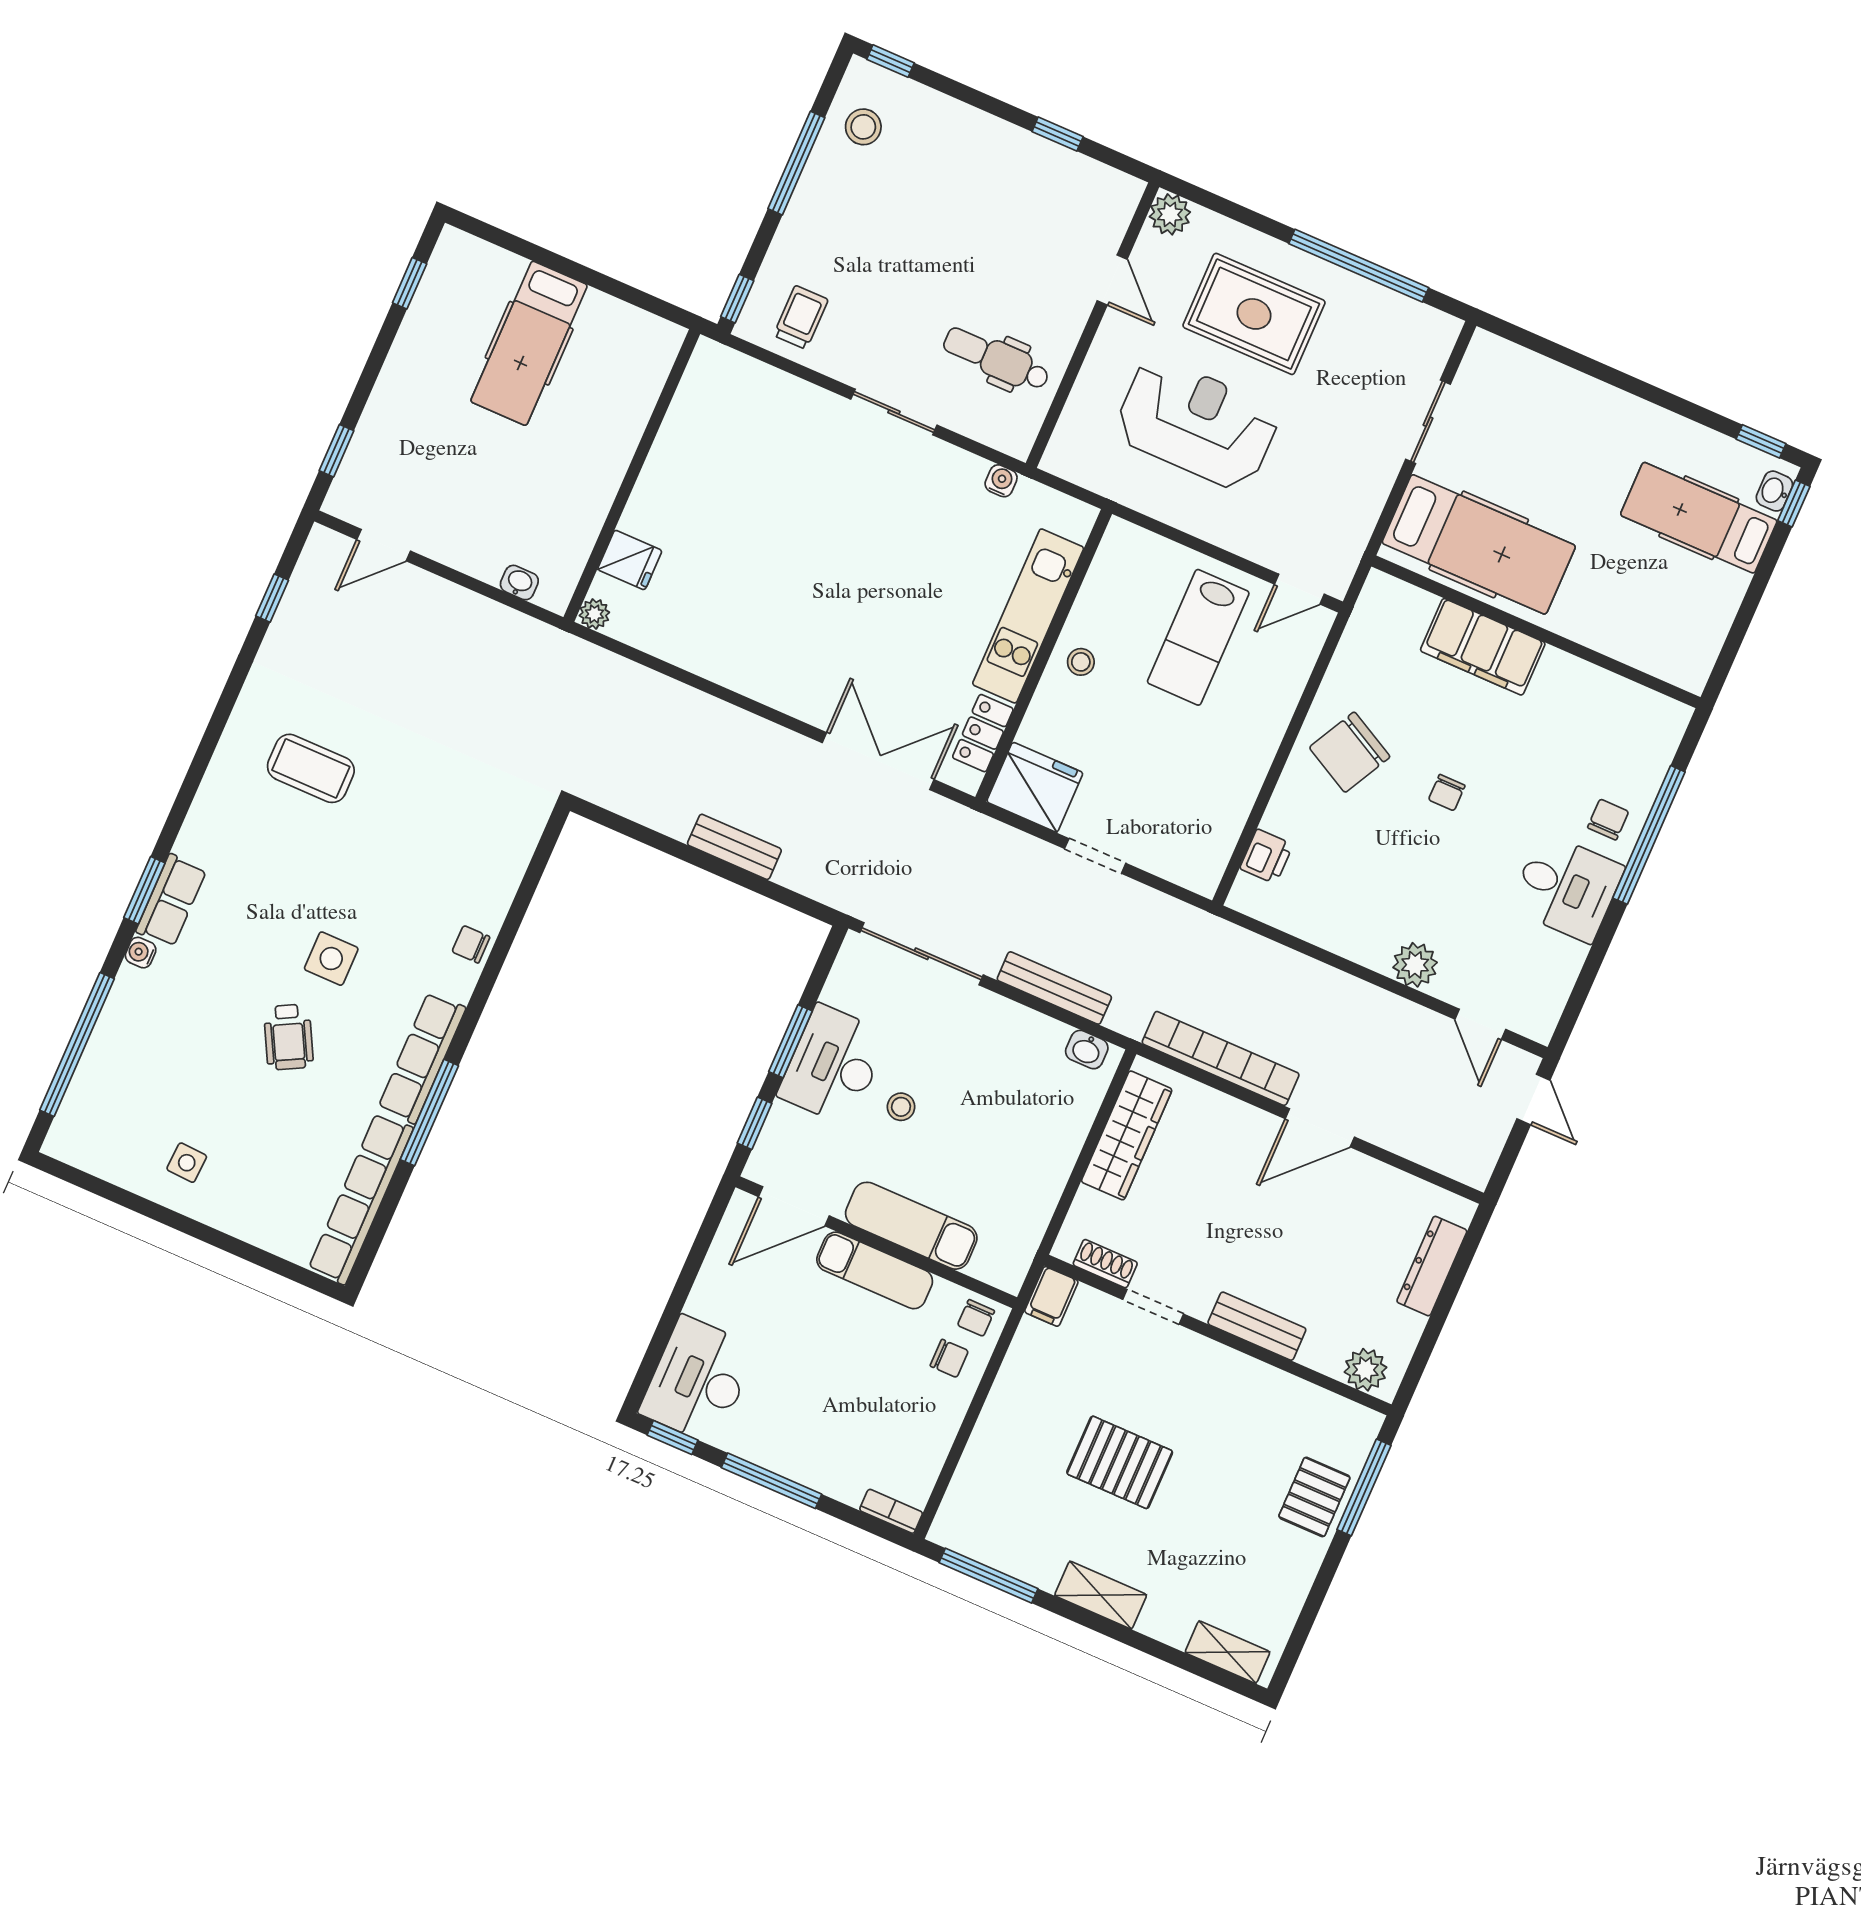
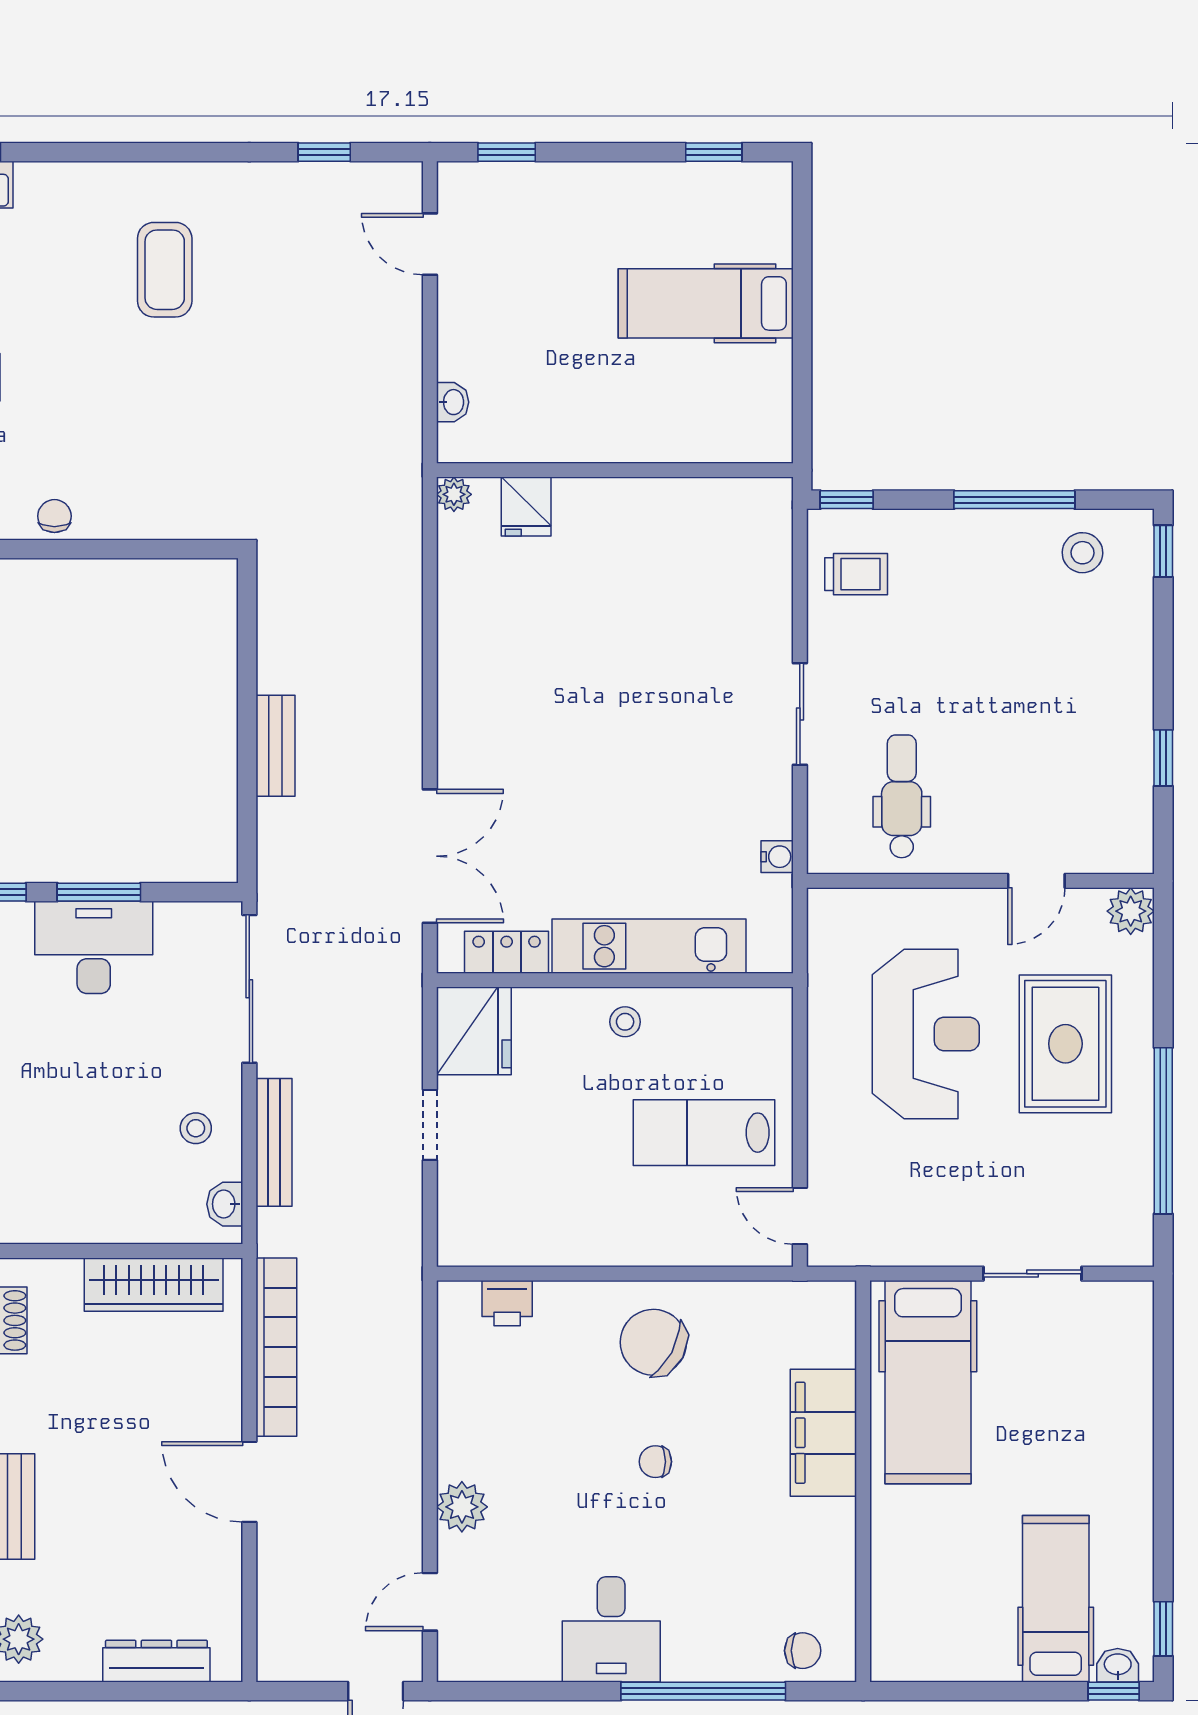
chair: (1608, 820) -> (803, 1651), moved
stool: (901, 1107) -> (196, 1128), moved

